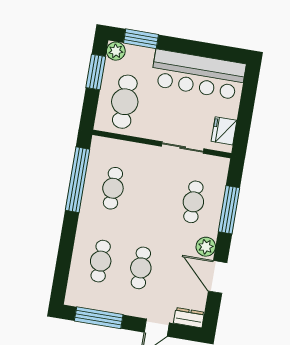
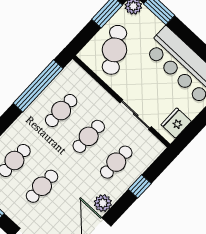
cafe table: (125, 102) -> (114, 50), turned -31
cafe table: (153, 195) -> (89, 136), added
window: (229, 210) -> (140, 186), width x0.46

